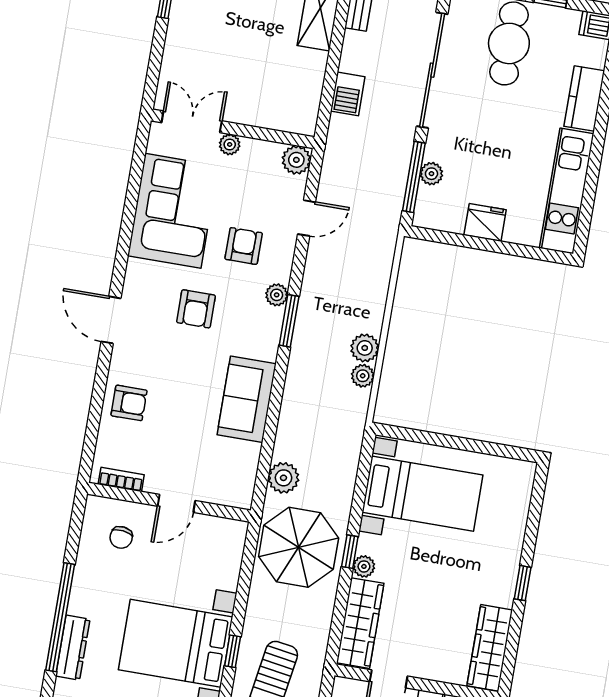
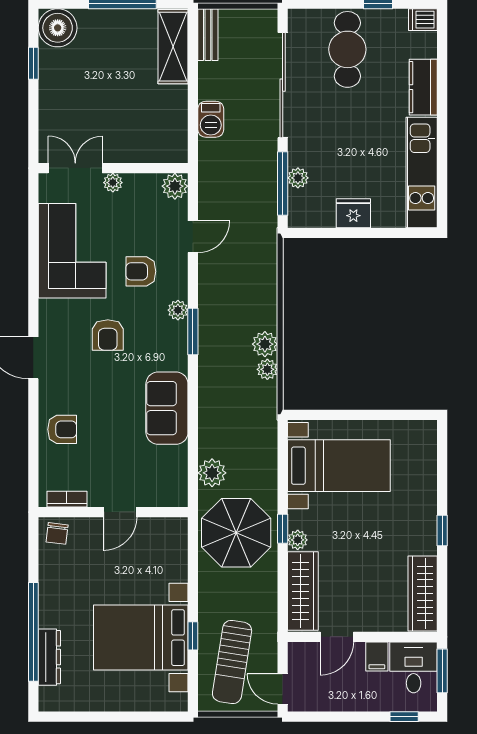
armchair: (244, 246) -> (141, 271), turned -90
chair: (121, 537) -> (57, 533), moved

